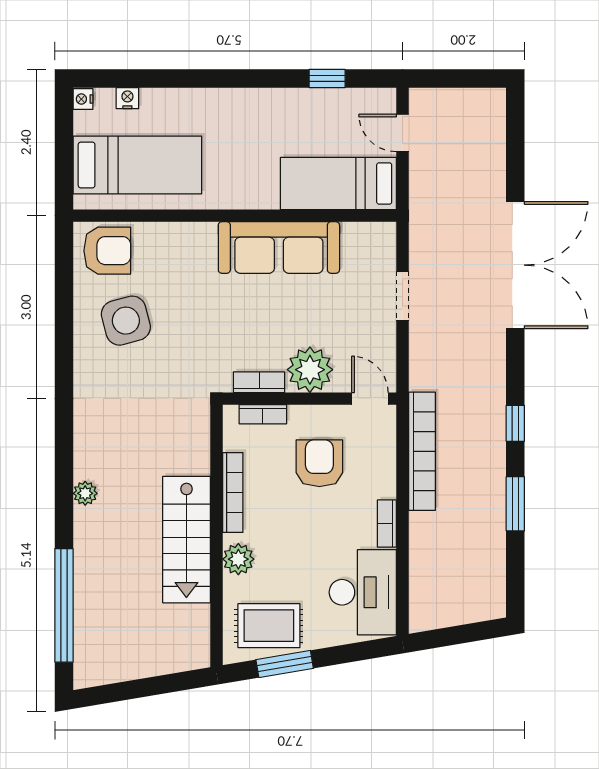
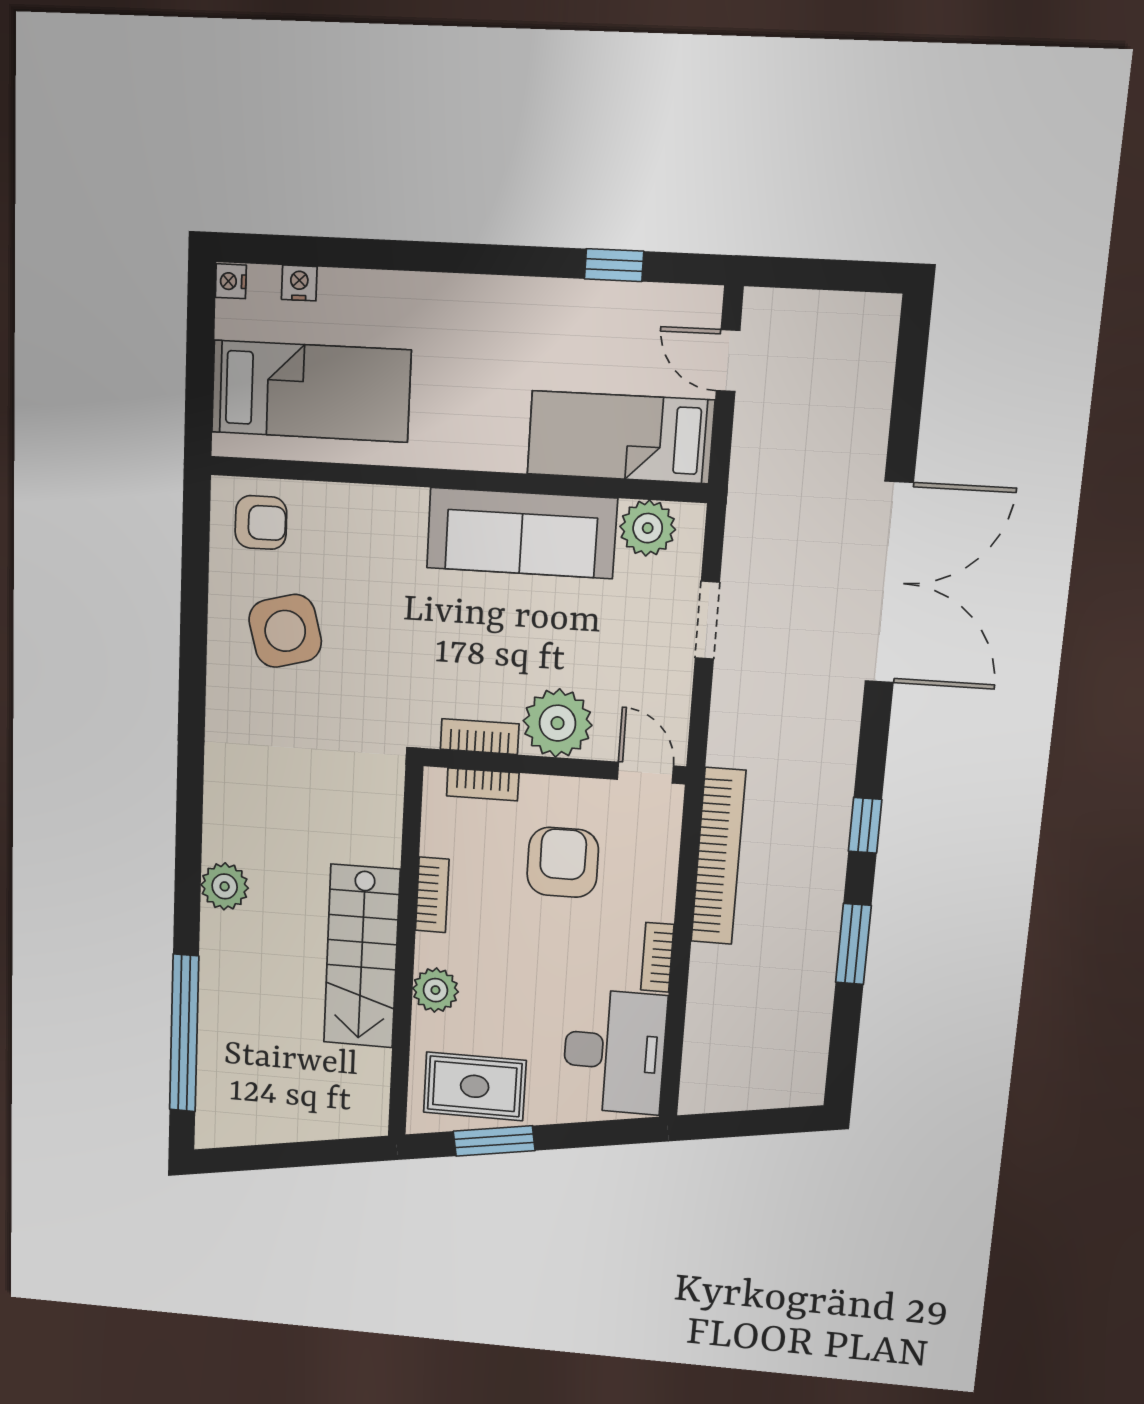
plant: (360, 240) -> (648, 528), added
armchair: (107, 251) -> (261, 523), width x0.72, depth x0.72
bookcase: (233, 492) -> (432, 895), width x0.64
plant: (85, 493) -> (225, 886), width x1.38, depth x1.38

